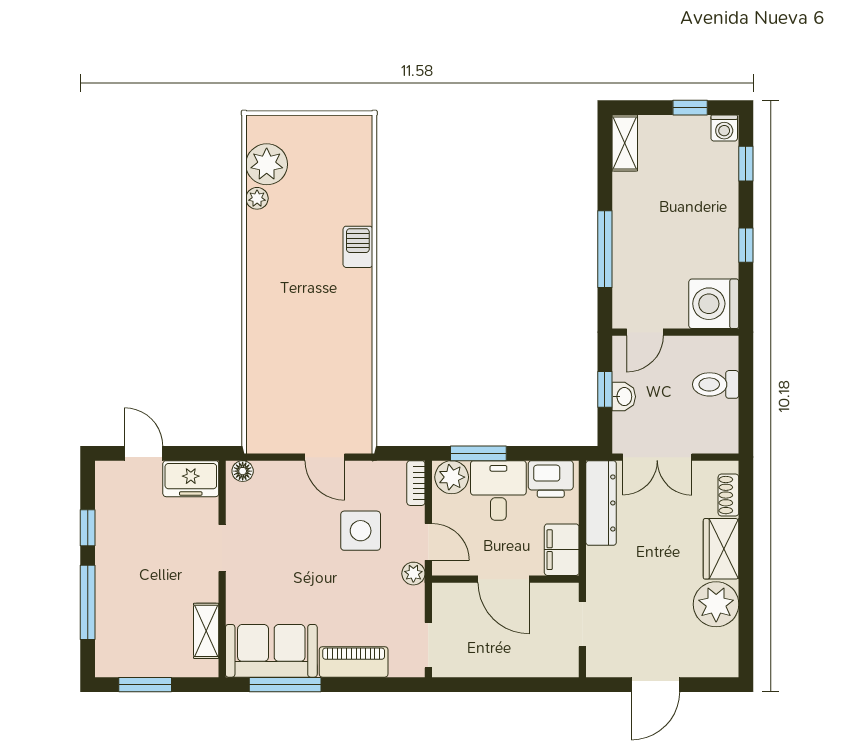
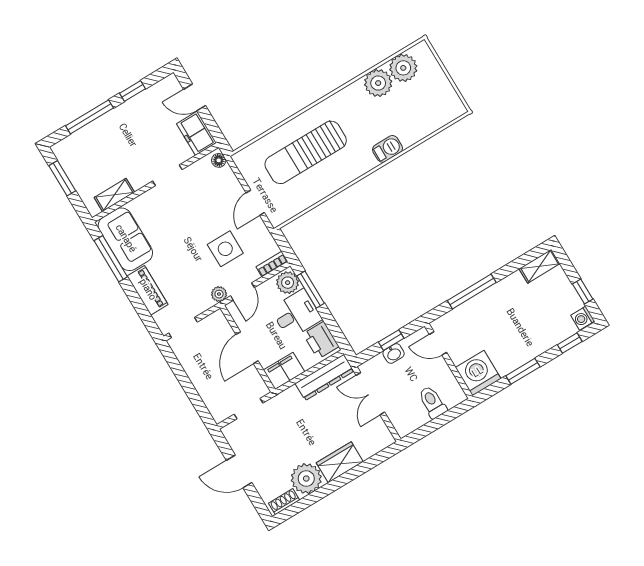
plant: (257, 198) -> (378, 83), width x1.88, depth x1.88
window: (746, 245) -> (523, 371), width x1.50
sun lounger: (299, 354) -> (306, 152), added
door: (144, 453) -> (195, 97), swing flipped
shoe rack: (728, 495) -> (284, 502), moved

